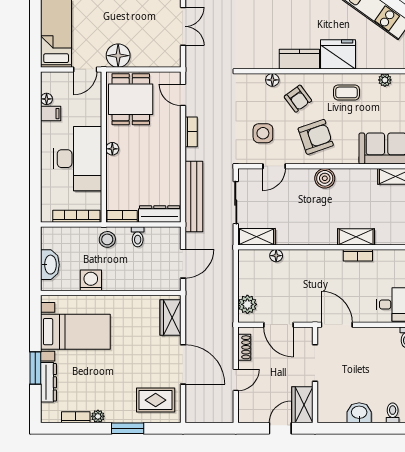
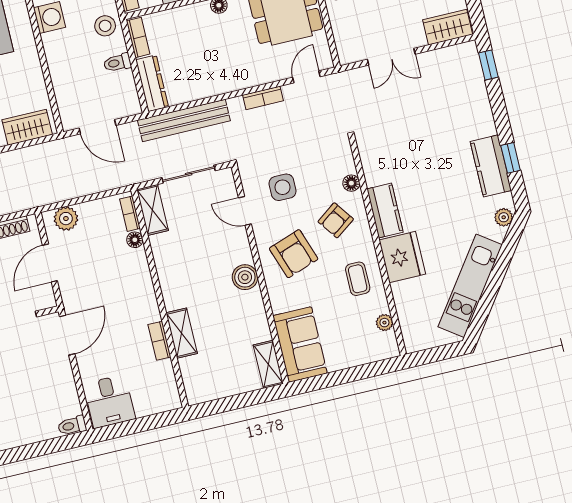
bookcase: (255, 255) -> (130, 214), added

